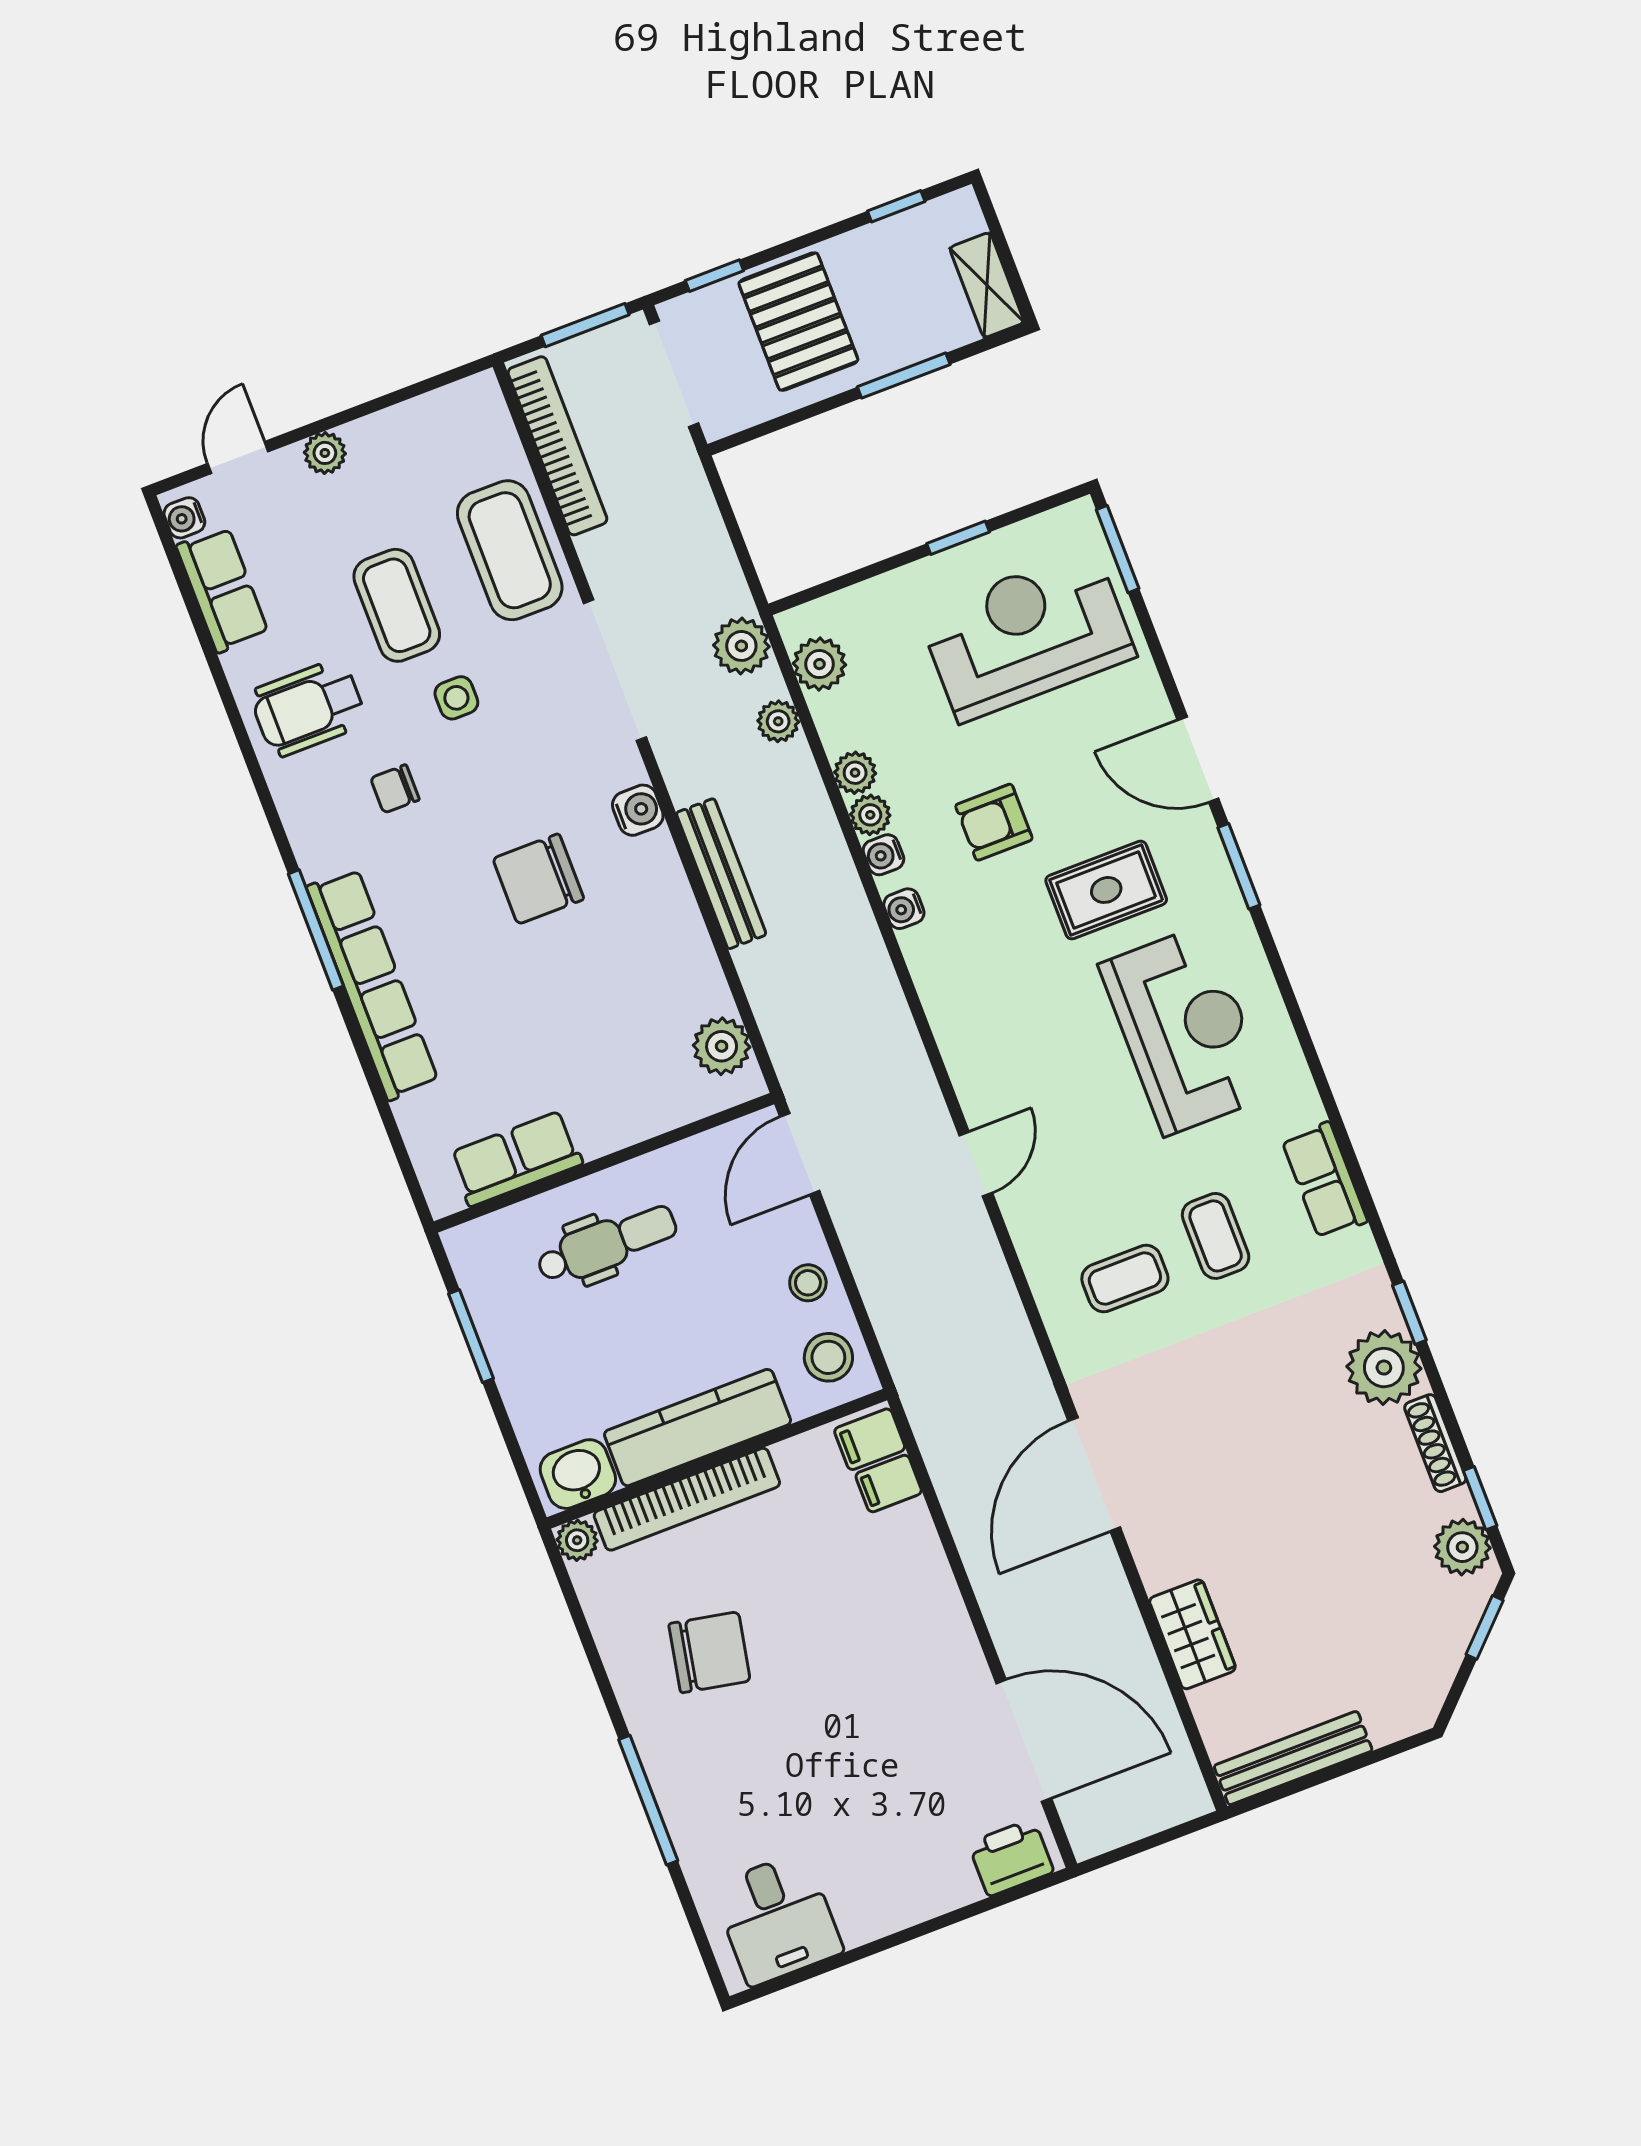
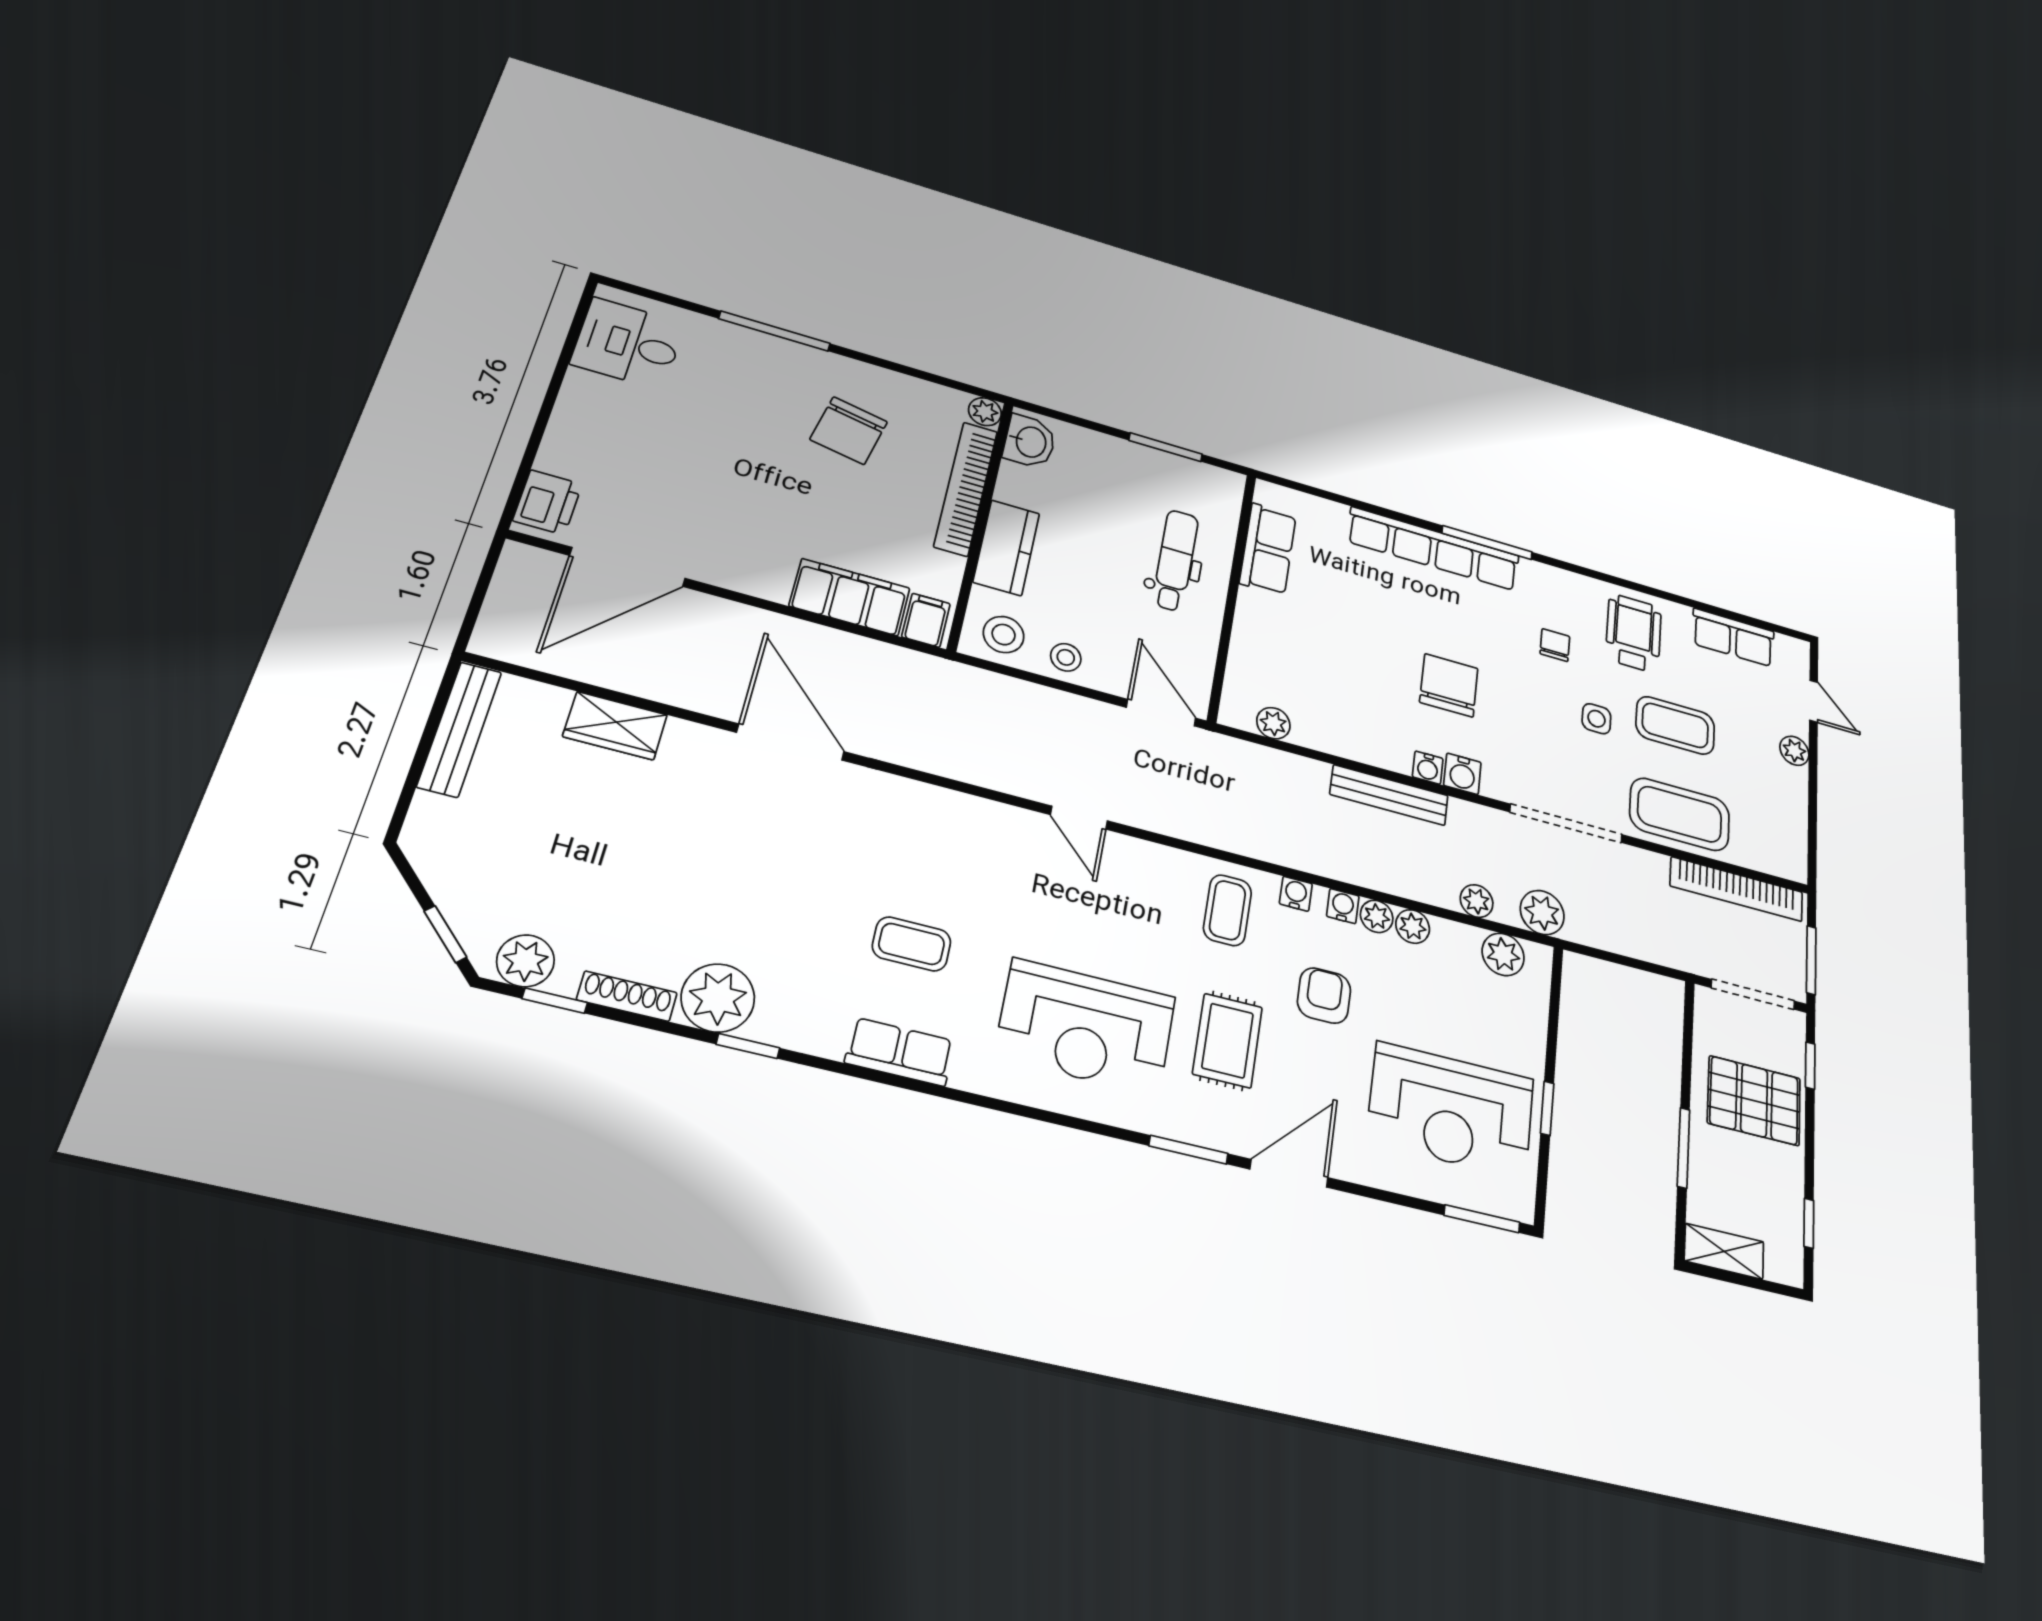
water cooler: (184, 518) -> (1428, 768), moved, turned 180
reception desk: (1027, 635) -> (1451, 1110), turned 90
plant: (722, 1046) -> (1273, 723), width x0.73, depth x0.73
dental chair: (607, 1244) -> (1175, 560), turned 180
coffee table: (1125, 1279) -> (1227, 910), moved
kitchen counter: (698, 1428) -> (1006, 548), width x0.67
filing cabinet: (889, 1483) -> (850, 597), width x3.00, depth x1.17

